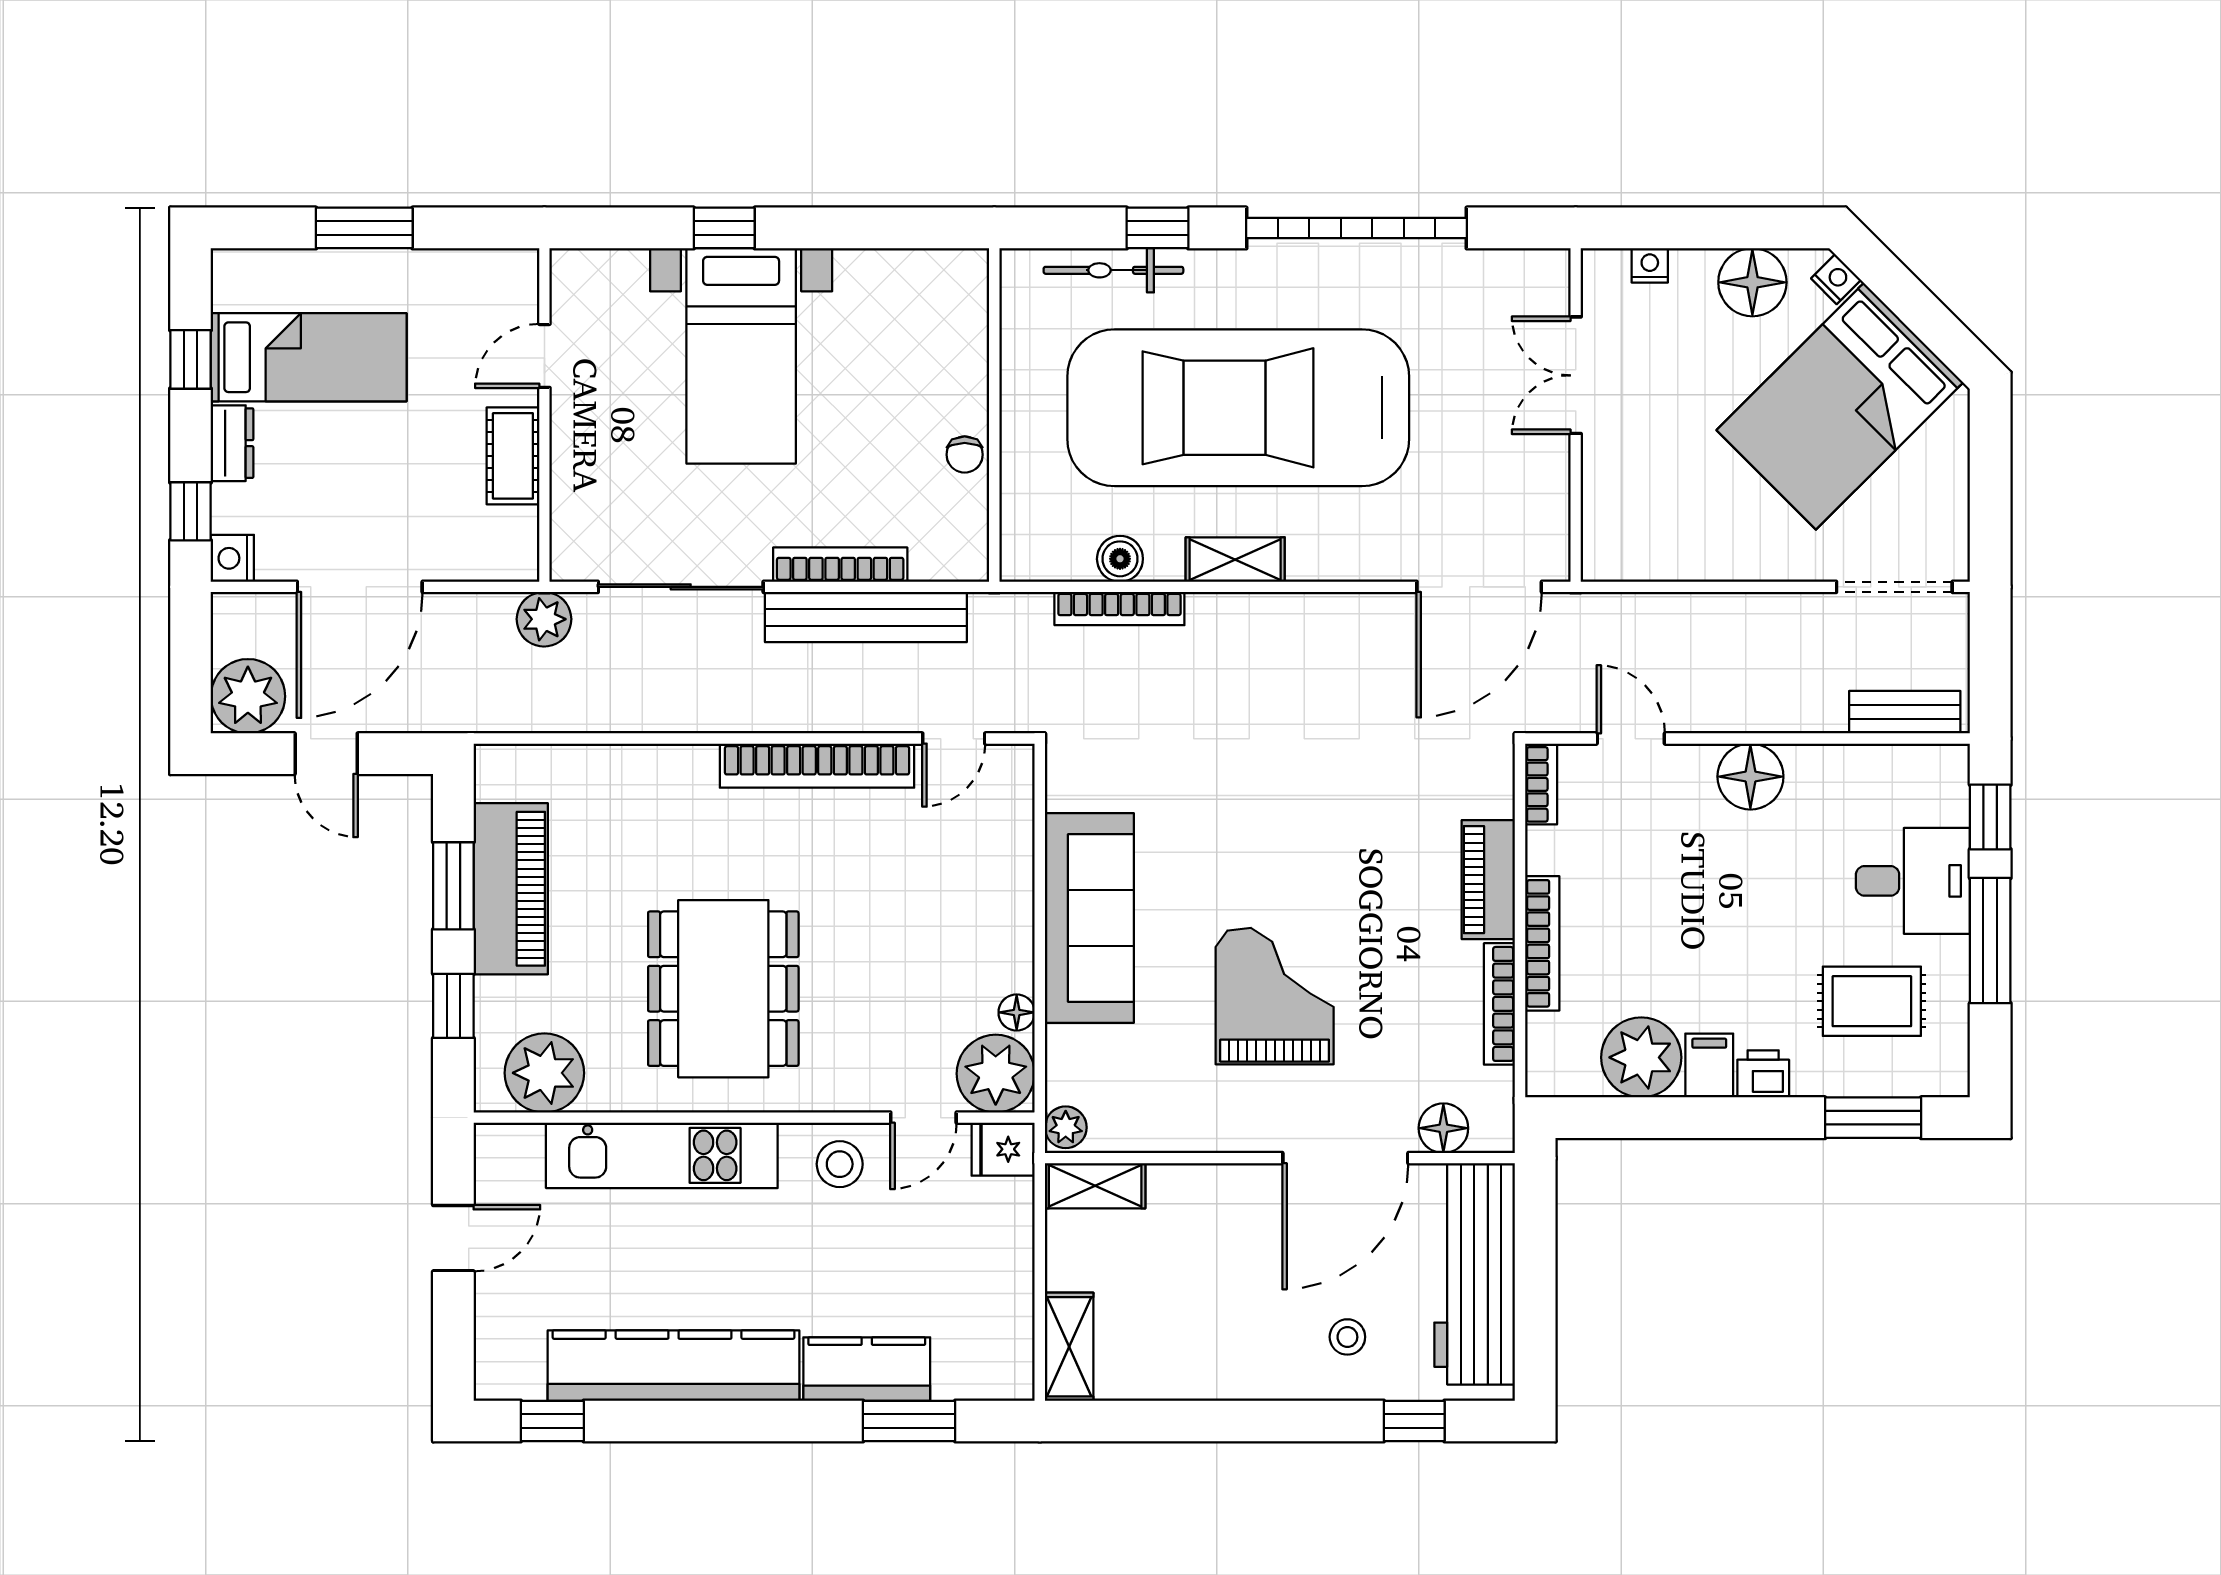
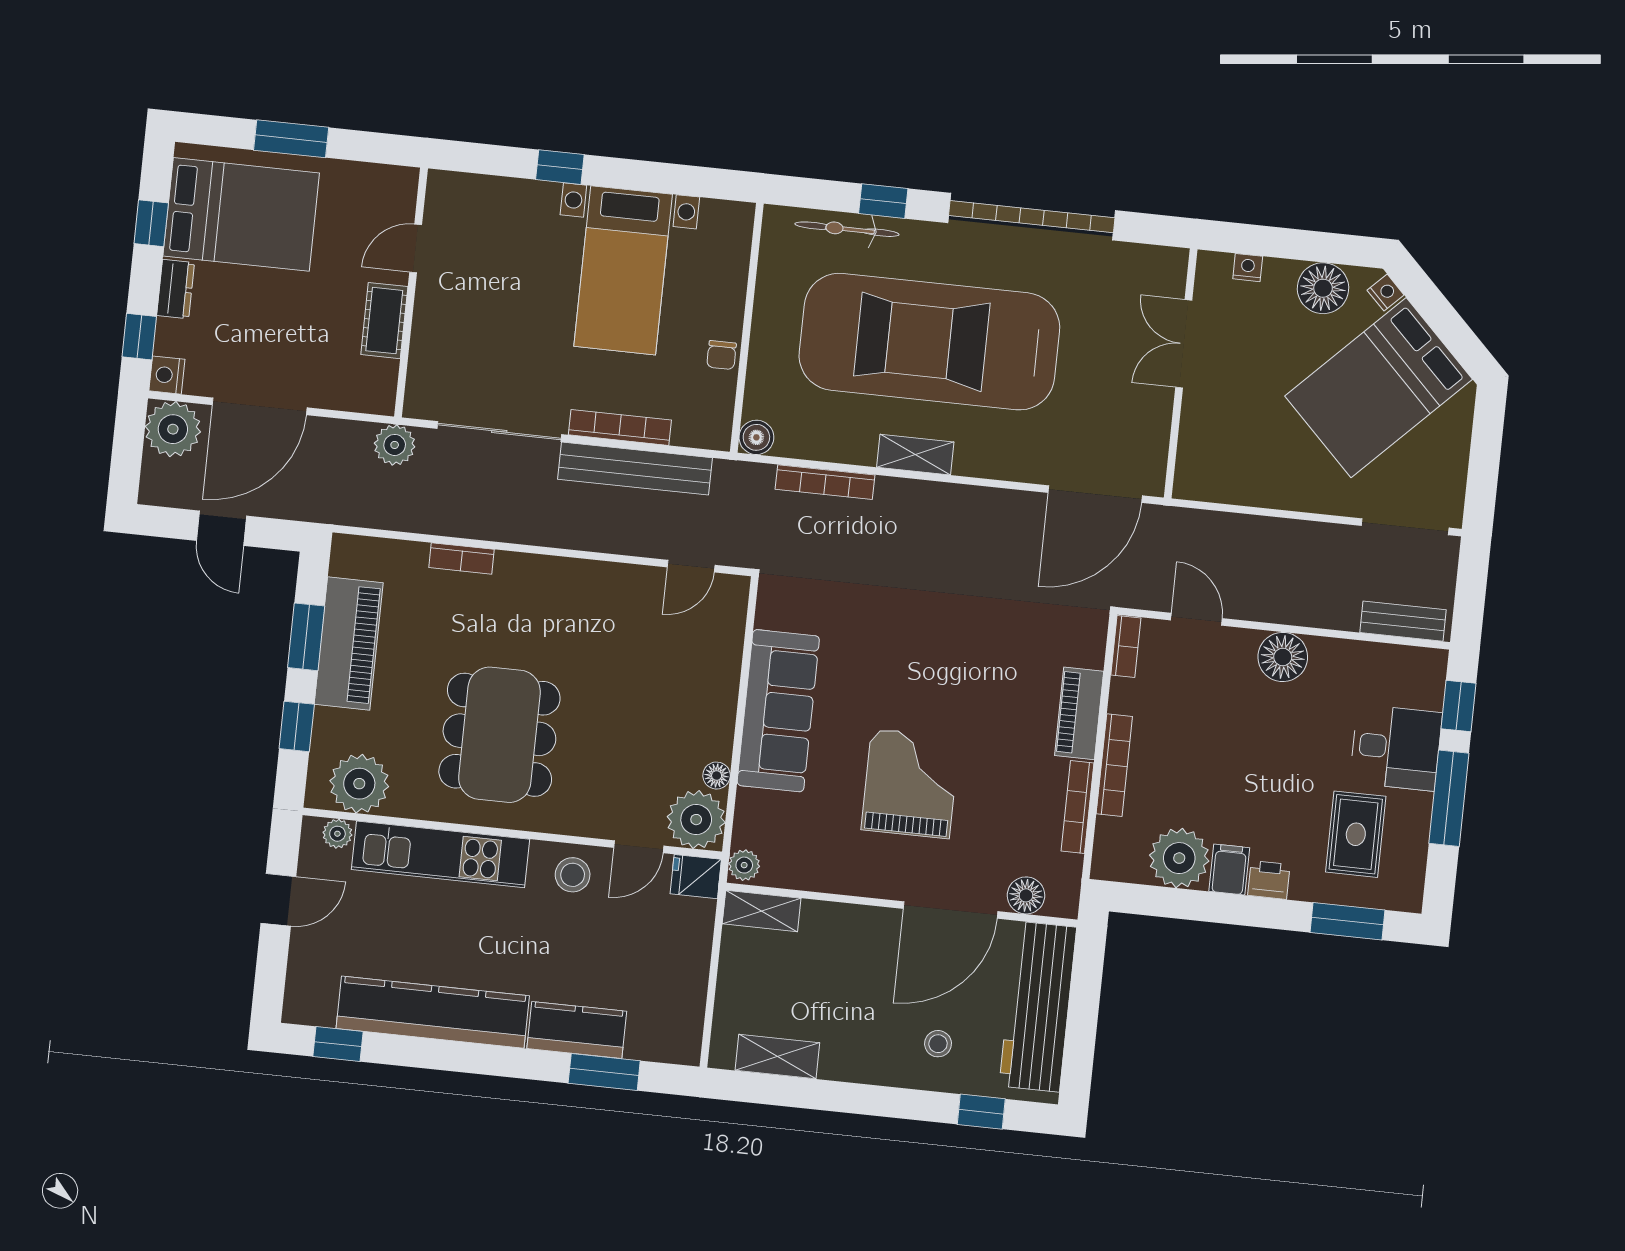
bed with nightstands: (741, 356) -> (623, 270), moved
bed: (309, 357) -> (241, 214), width x1.50
boiler: (1120, 559) -> (756, 437), moved
plant: (248, 696) -> (173, 429), moved
bookcase: (817, 766) -> (461, 558), moved, width x0.43, depth x0.76
rug: (1872, 1001) -> (1356, 834), turned 90
plant: (522, 1142) -> (337, 834), added
shelving: (1069, 1347) -> (777, 1057), moved, turned 90

